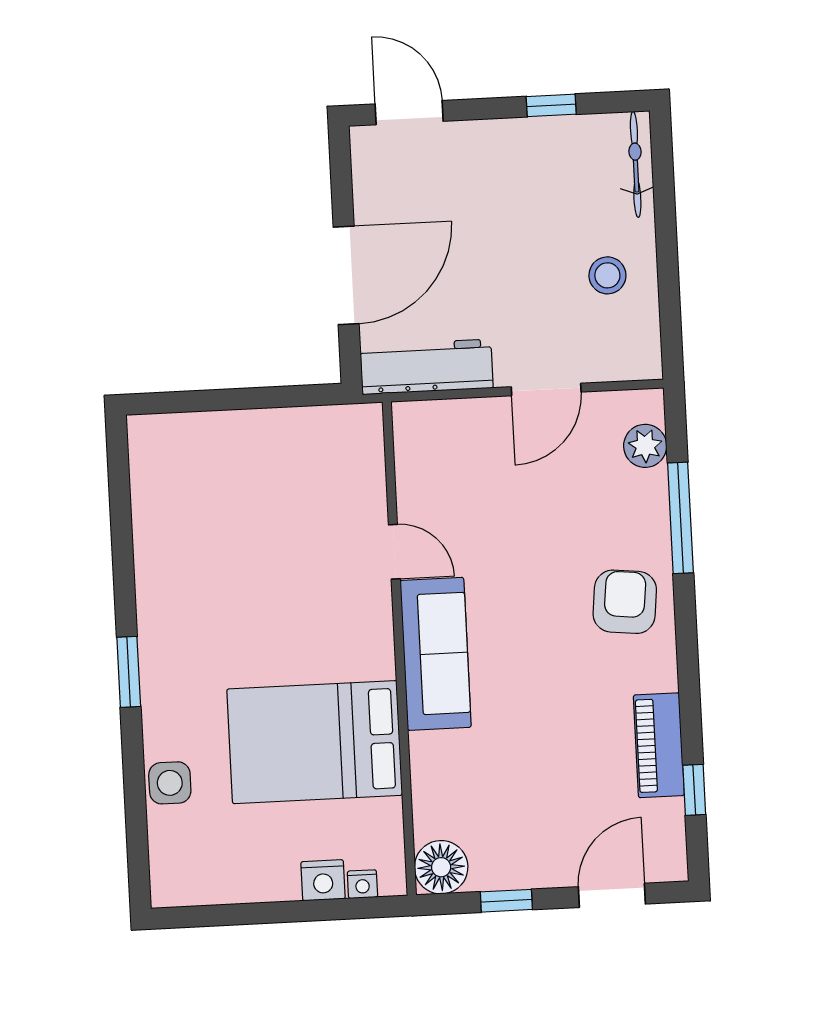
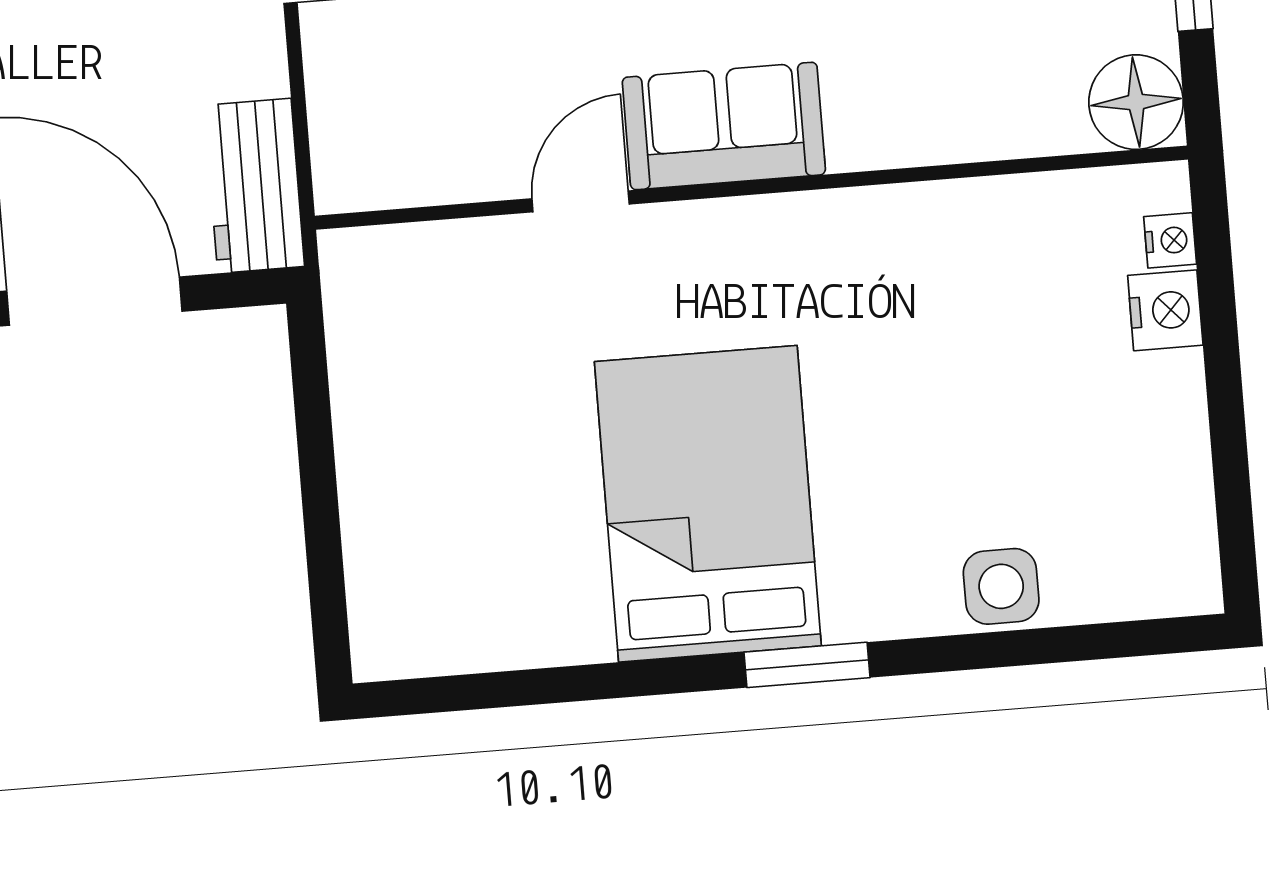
workbench: (426, 367) -> (254, 186), width x0.73
sofa: (436, 654) -> (724, 126), width x0.73
bed: (315, 742) -> (708, 504), moved, turned 180

